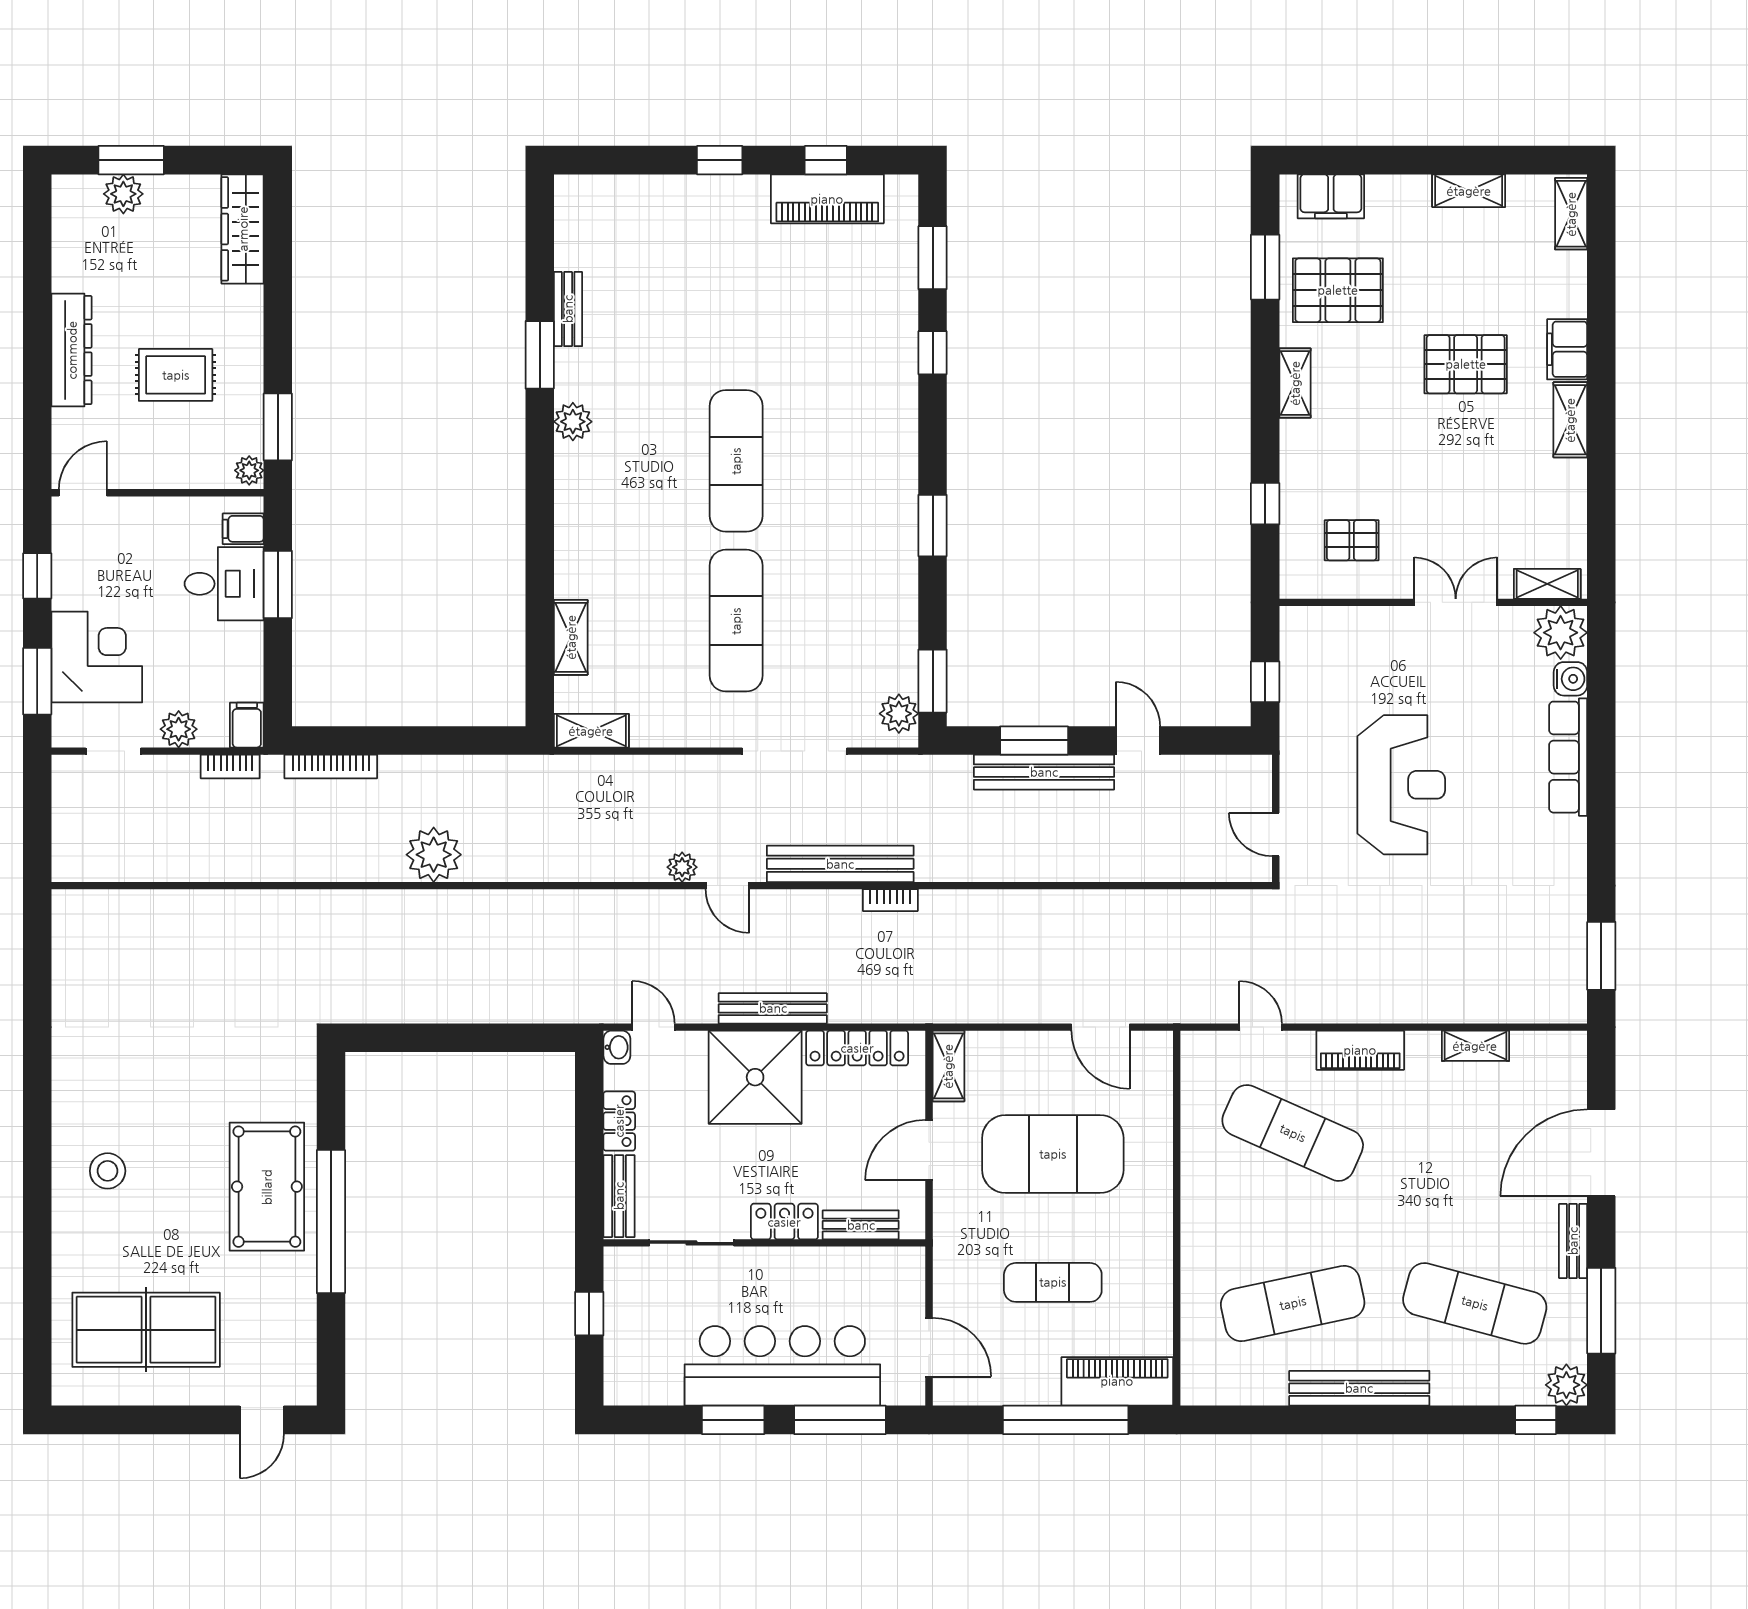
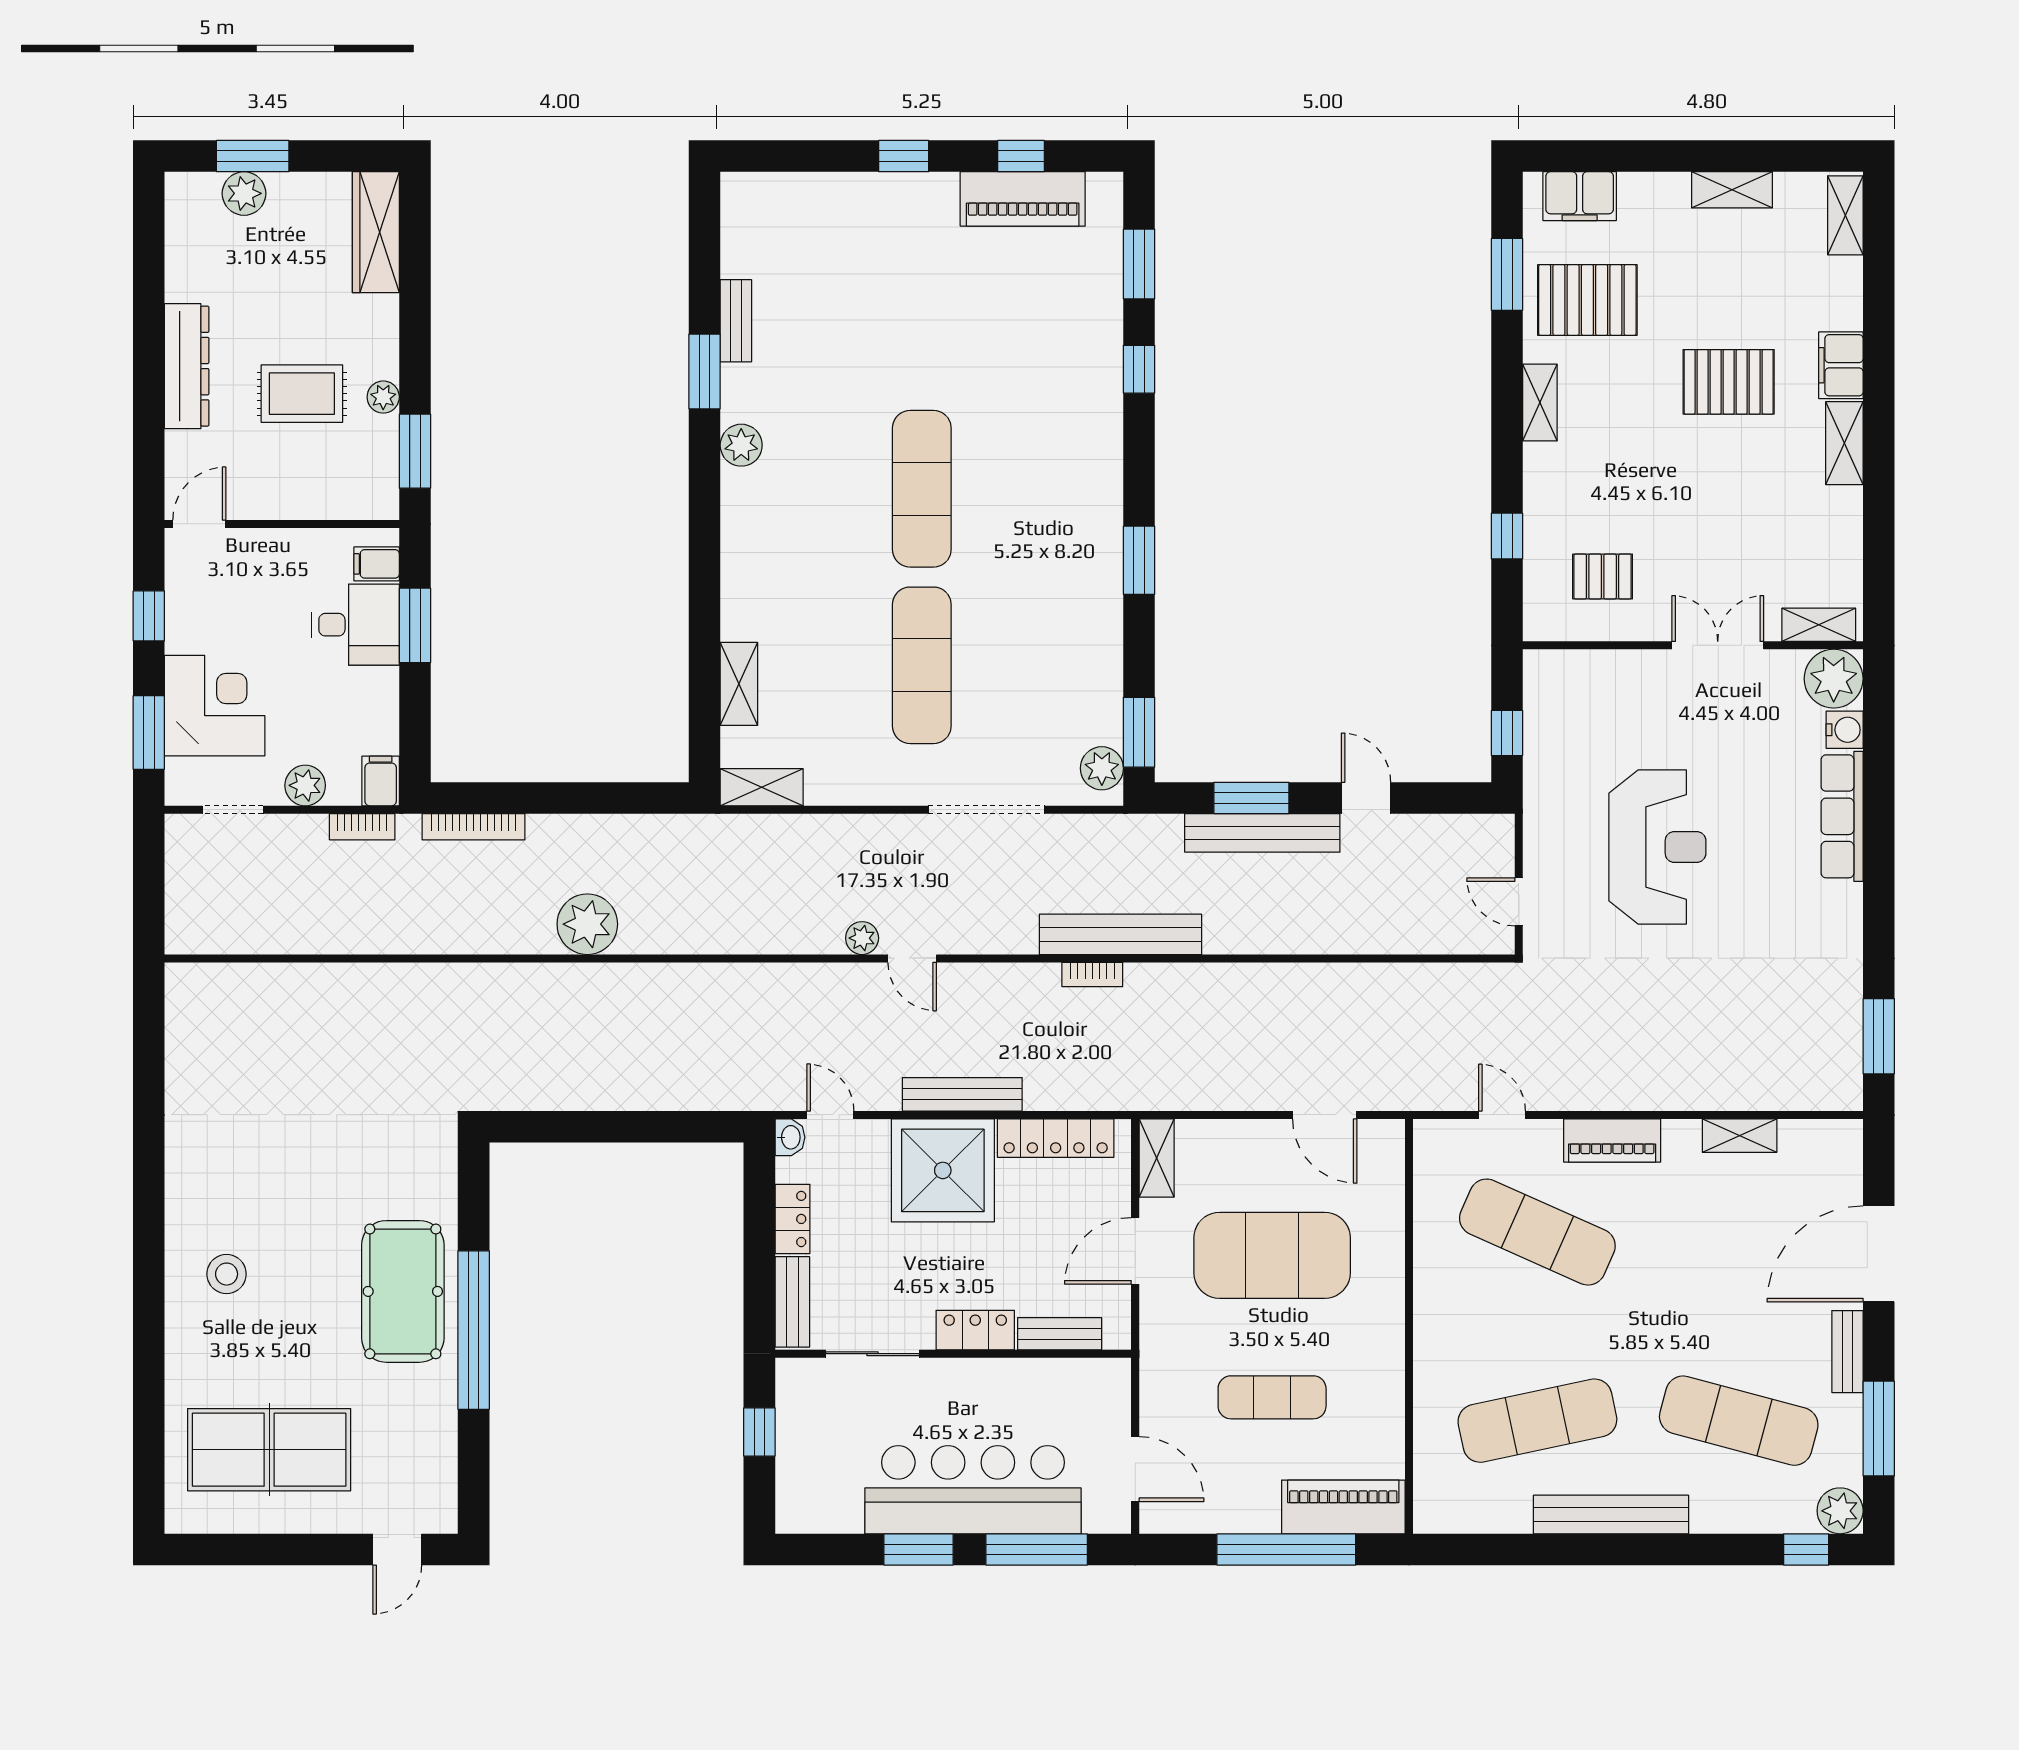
plant: (249, 470) -> (383, 397), moved
bench: (840, 864) -> (1120, 934), moved

